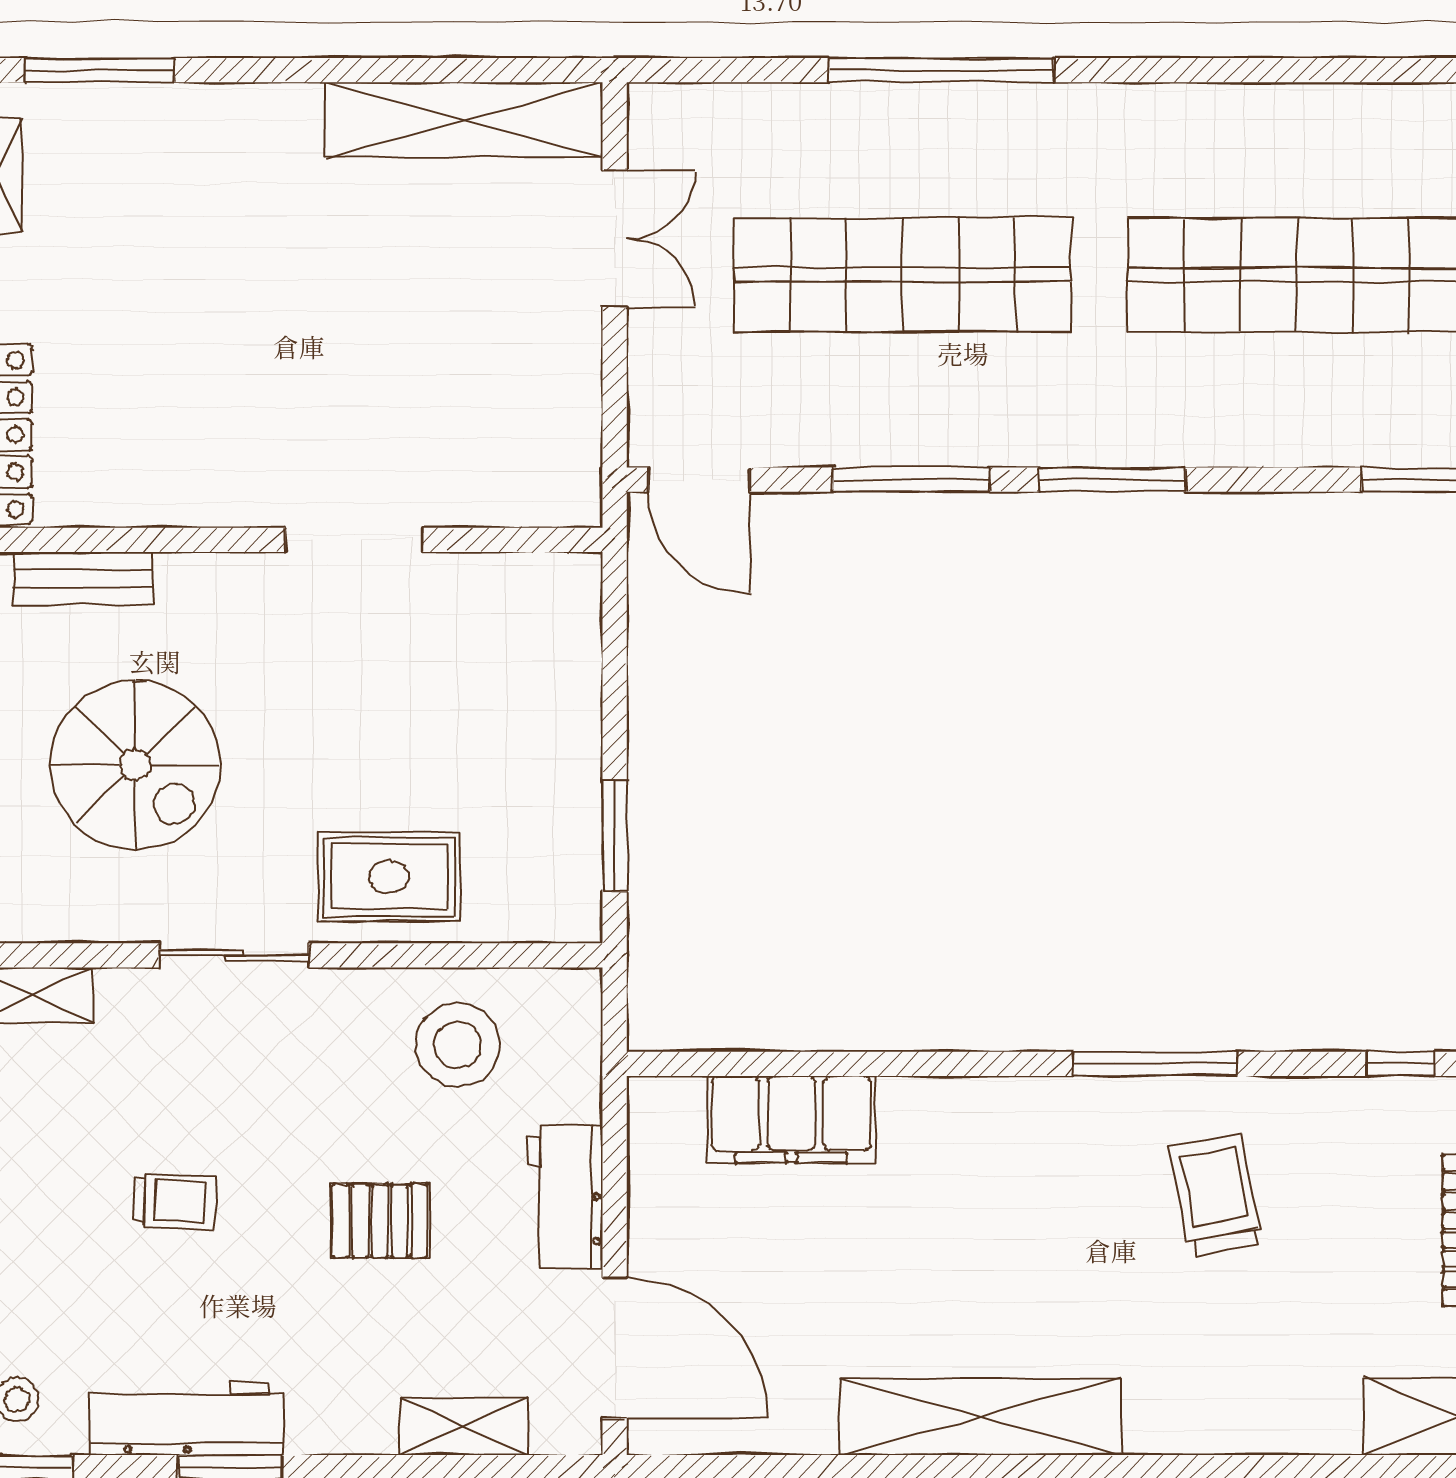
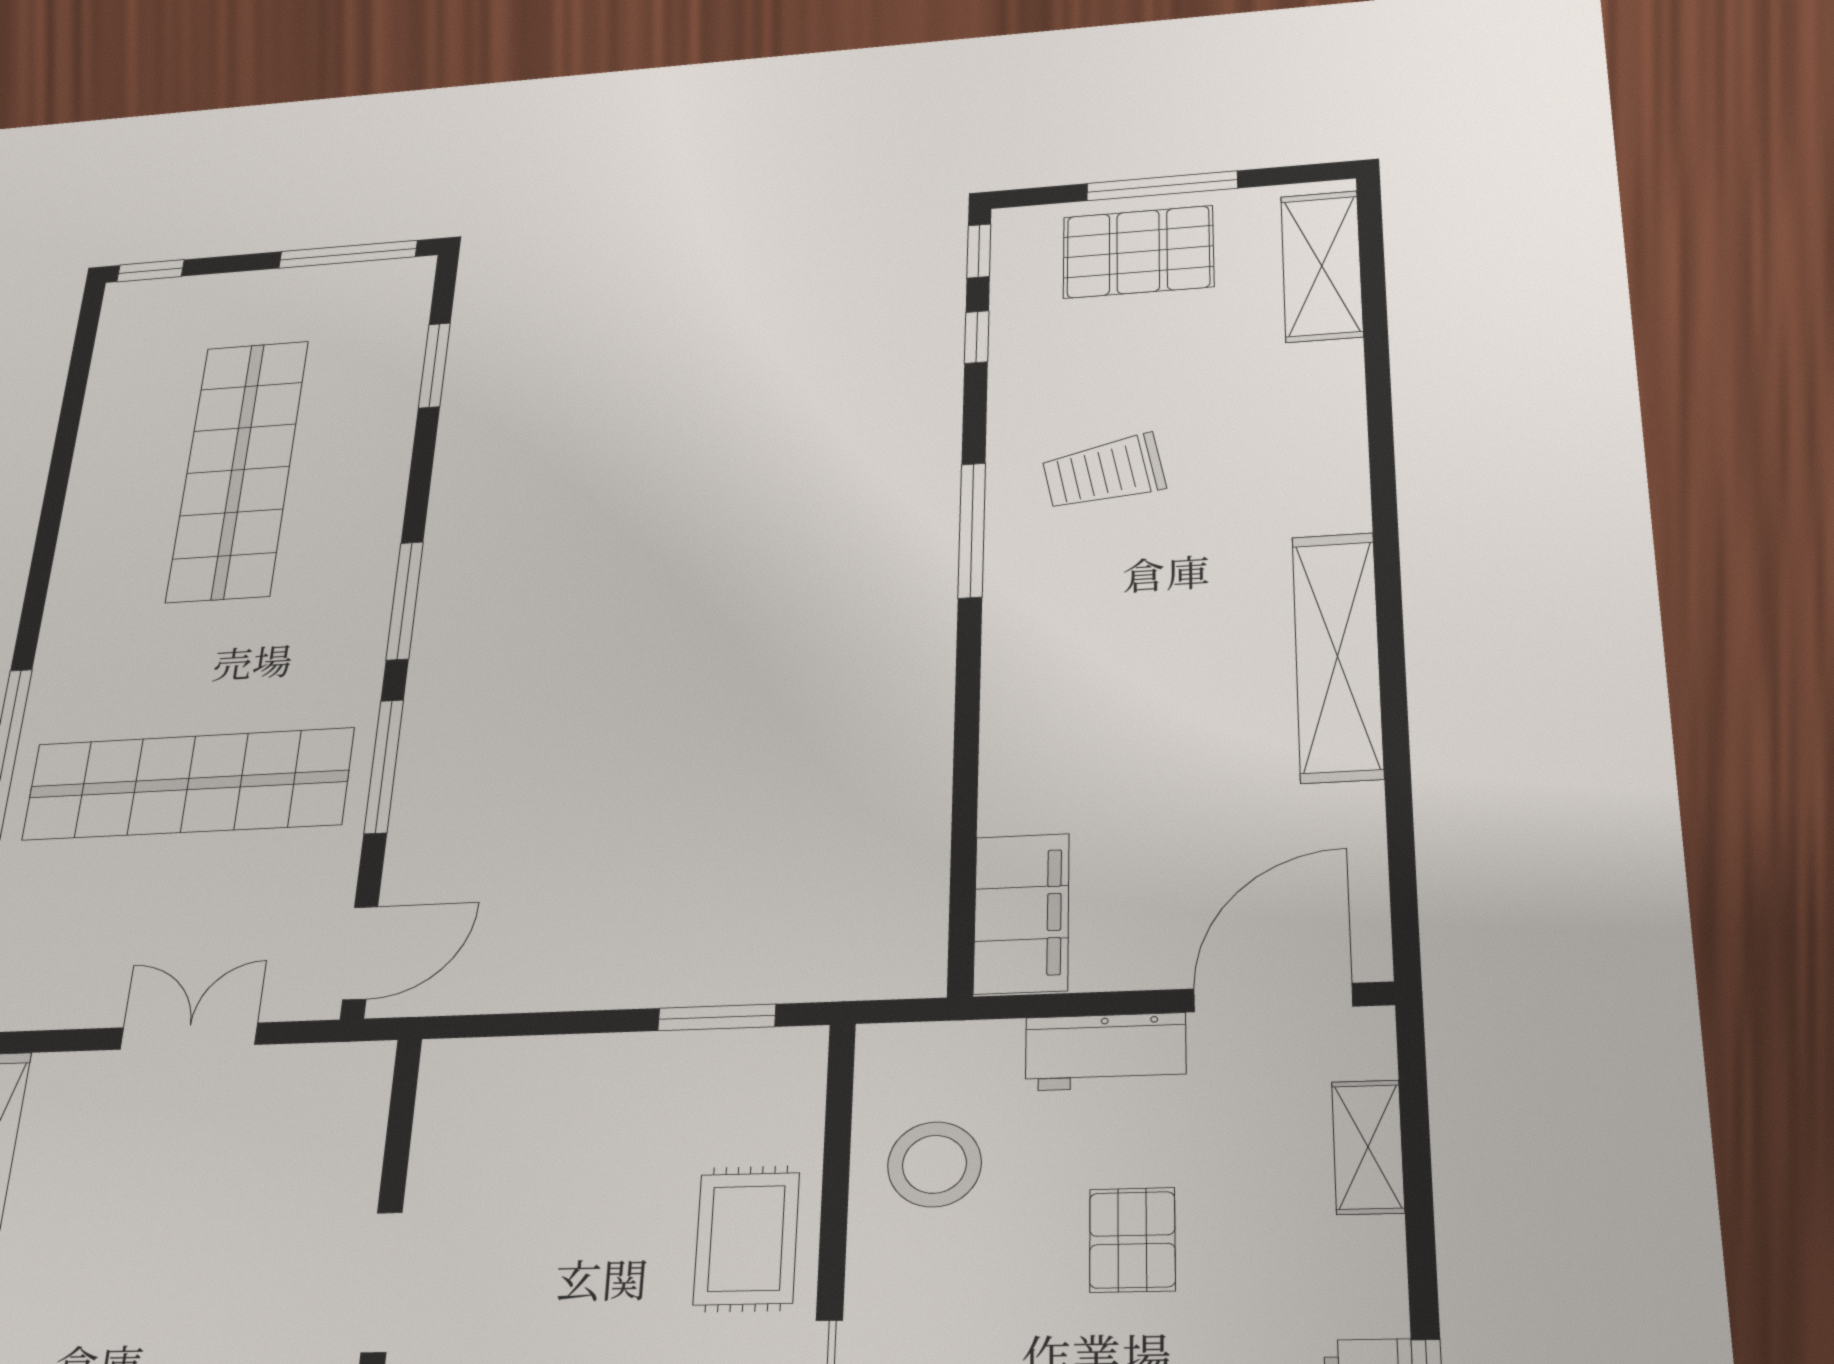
double door: (615, 239) -> (189, 1036), moved
shop shelf: (903, 275) -> (188, 784), turned 90
filing cabinet: (791, 1119) -> (1021, 913), moved

